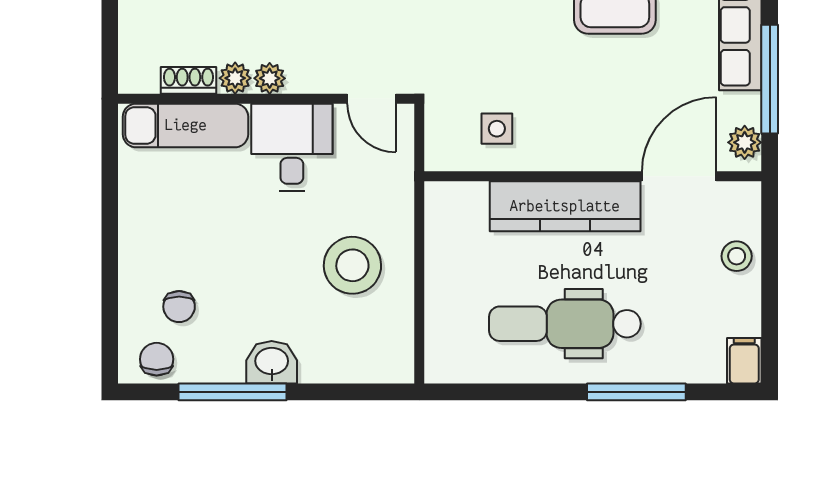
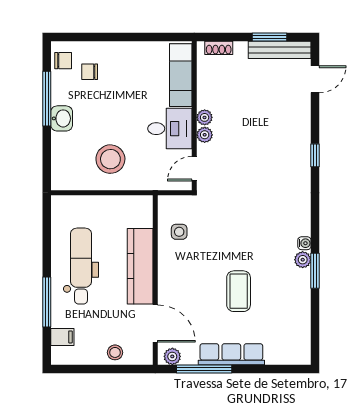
plant: (235, 78) -> (205, 135), moved
shoe rack: (189, 80) -> (219, 48), moved, turned 90
filing cabinet: (744, 361) -> (62, 337), moved

